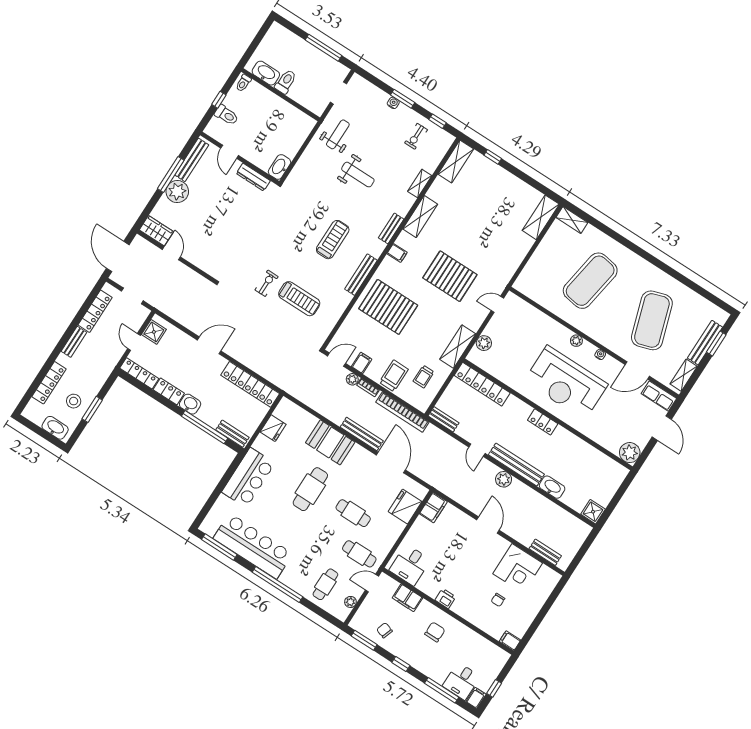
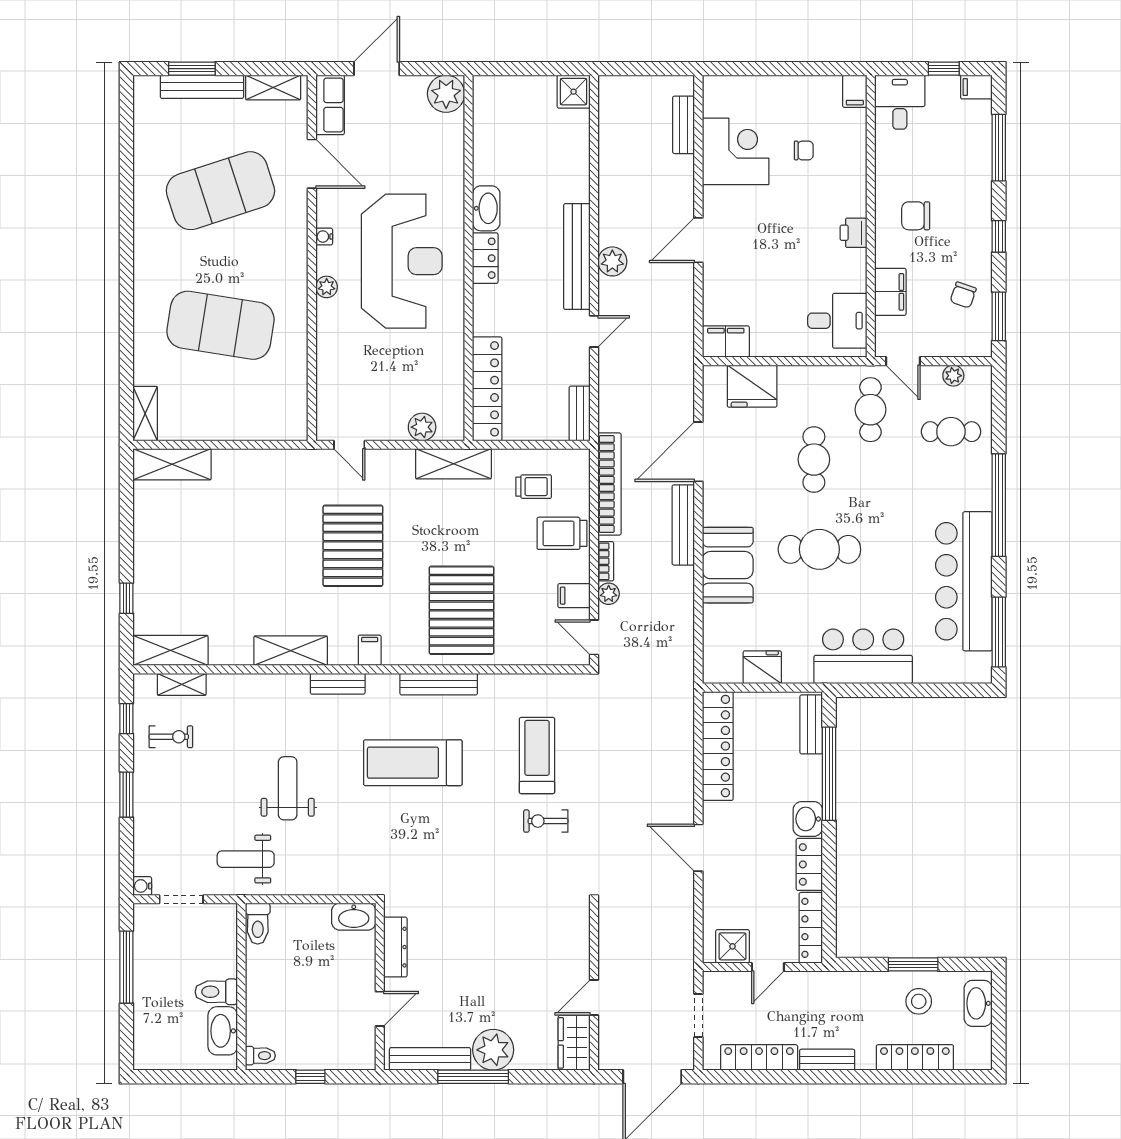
water cooler: (393, 103) -> (142, 886), moved
toilet: (226, 115) -> (258, 924), moved, turned 180
shelving: (420, 183) -> (182, 684), moved
treadmill: (333, 240) -> (413, 763), width x1.37, depth x1.38
washbasin: (552, 487) -> (486, 208), moved, turned 180
desk: (461, 681) -> (900, 102), moved, turned -90

